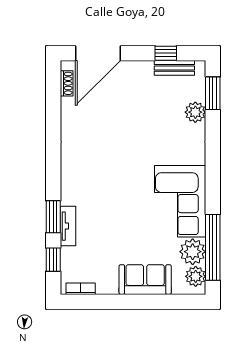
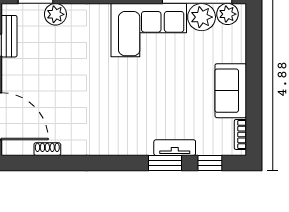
shoe rack: (67, 83) -> (47, 149), moved
sofa: (145, 280) -> (231, 91), moved

